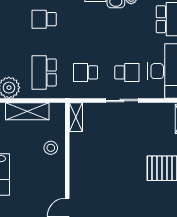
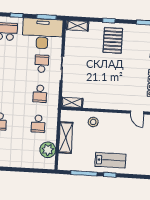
school desk: (44, 72) -> (38, 124), width x0.54

